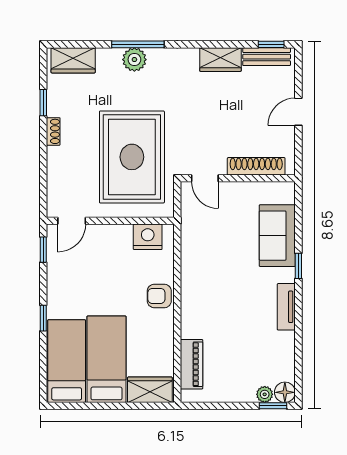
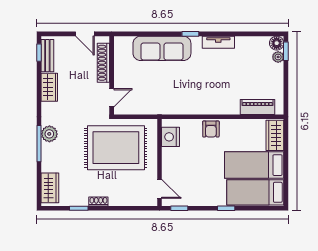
plant: (134, 60) -> (49, 134), moved
shoe rack: (256, 166) -> (103, 63), moved
door: (205, 178) -> (112, 98), moved
wall: (238, 178) -> (112, 75), moved
sofa: (277, 236) -> (162, 48), width x1.36

